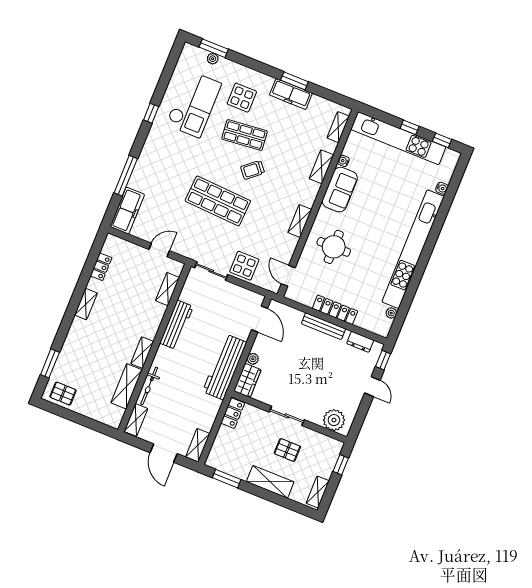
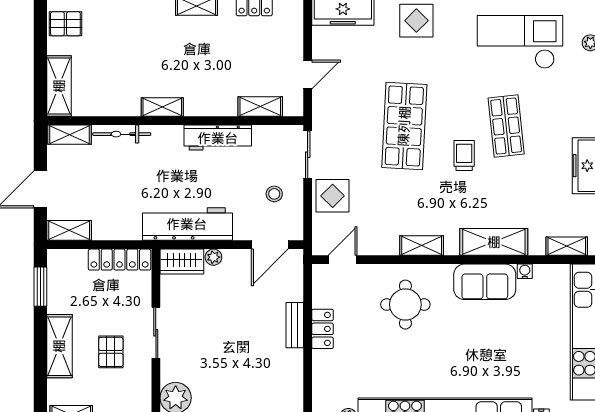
display table: (242, 98) -> (416, 21), moved
checkout: (194, 104) -> (520, 42), turned 180
shelving: (321, 167) -> (494, 242), width x1.50, depth x1.33
trolley: (253, 170) -> (464, 155), turned 40
door: (159, 250) -> (308, 74), hinge flipped
stool: (228, 303) -> (274, 194), added
locker: (335, 310) -> (323, 329), width x0.66
bench: (324, 326) -> (295, 325), width x0.73
dresser: (360, 342) -> (294, 391), removed
shelving: (127, 386) -> (59, 86), moved, turned 90
pallet: (63, 394) -> (65, 24), turned 90
locker: (233, 413) -> (119, 260), width x1.53

